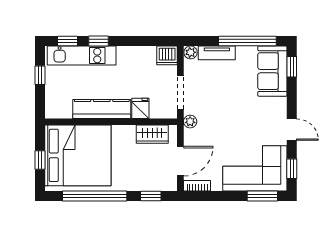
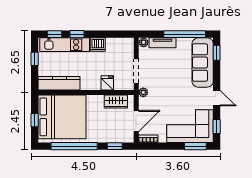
dishwasher: (167, 55) -> (98, 45), moved
sofa: (272, 71) -> (203, 62), width x1.36
kitchen counter: (102, 109) -> (59, 83), moved

